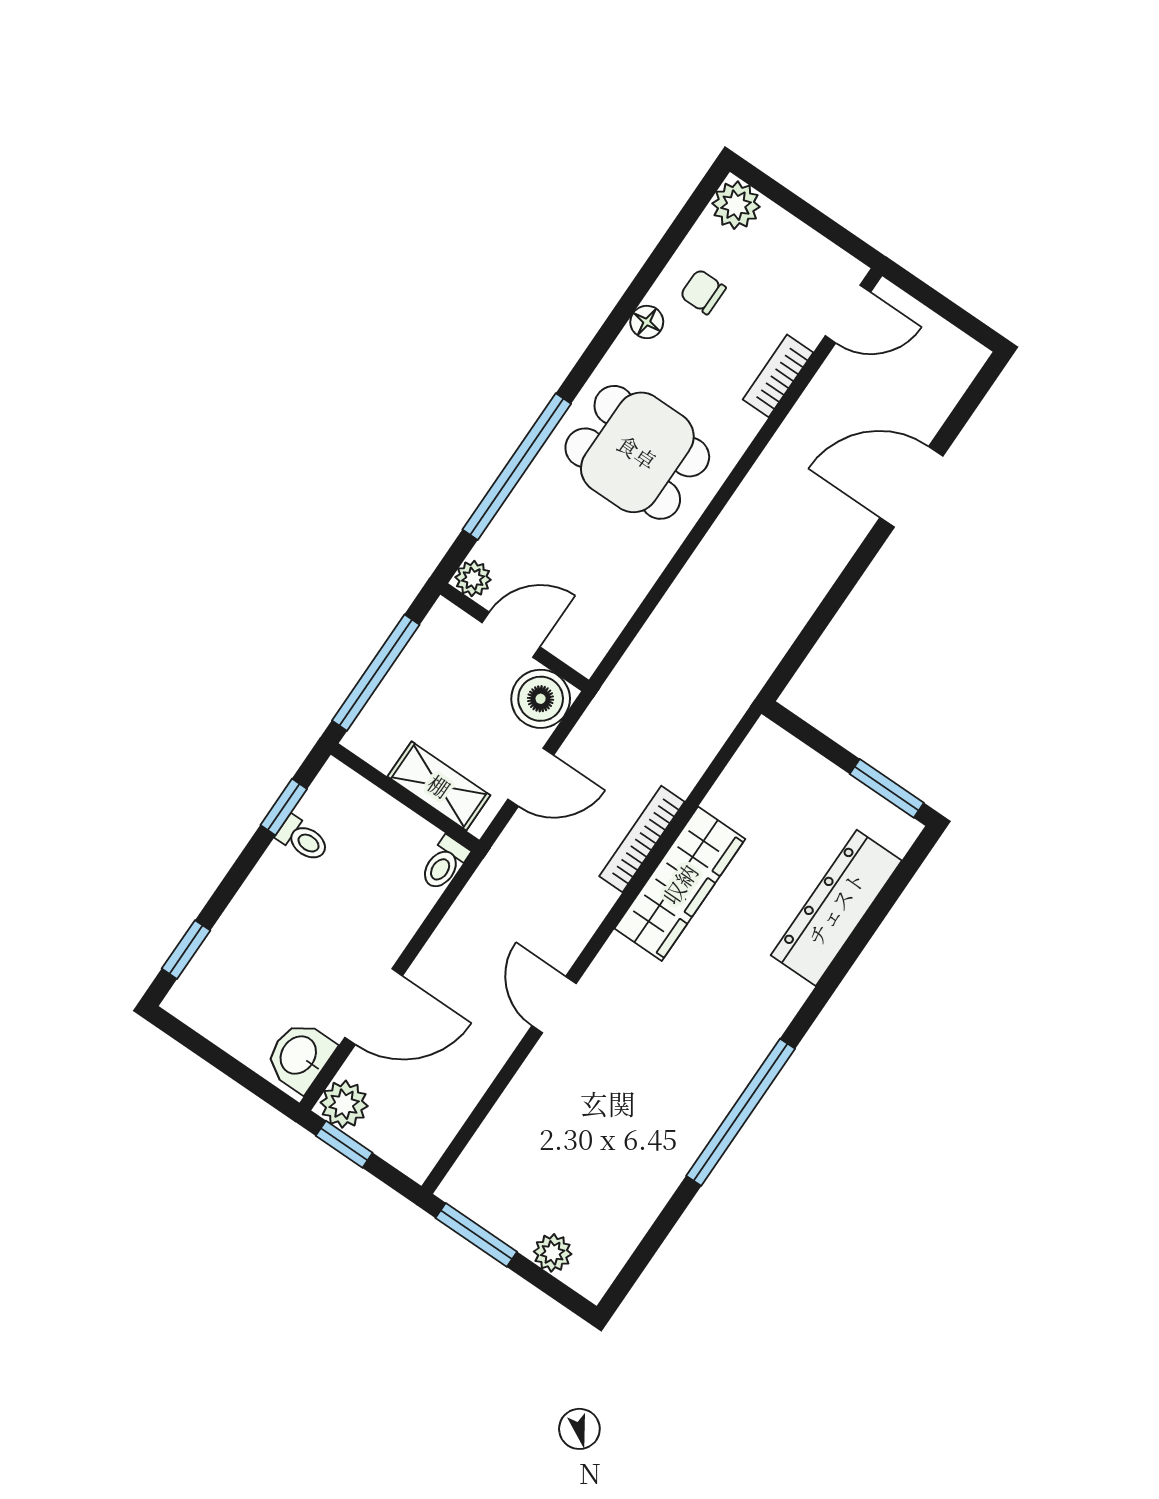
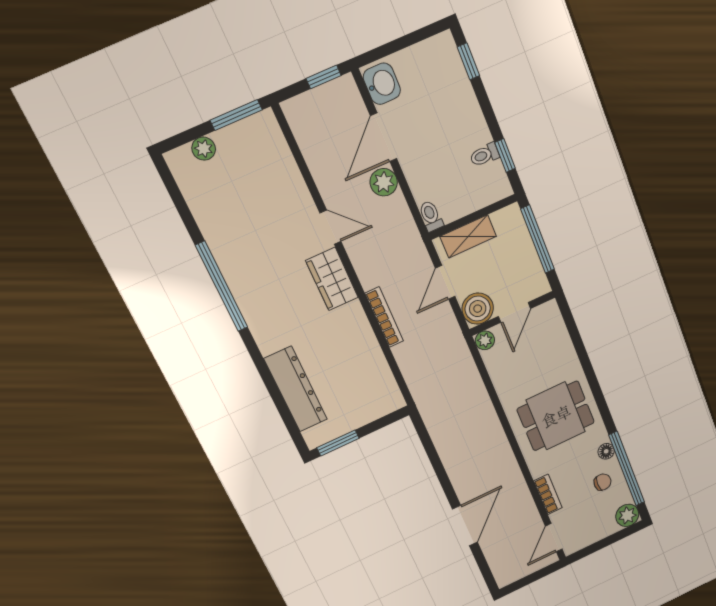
window: (517, 467) -> (627, 469), moved
plant: (473, 579) -> (485, 340), moved
wardrobe: (680, 884) -> (332, 279), moved, width x0.67
plant: (344, 1104) -> (384, 182), moved

